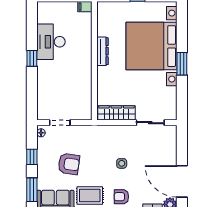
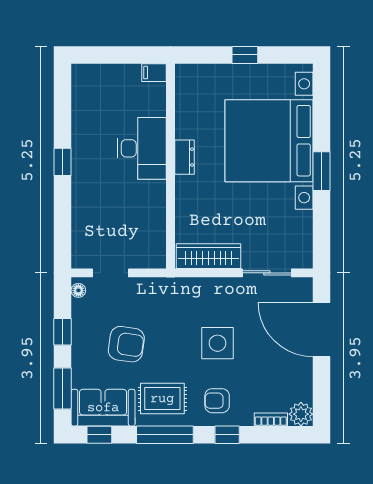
desk: (51, 42) -> (142, 148), moved, turned 180
dresser: (102, 51) -> (184, 157), width x0.70
side table: (122, 163) -> (218, 343), width x1.87, depth x1.87
door: (182, 181) -> (321, 330), moved

